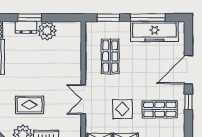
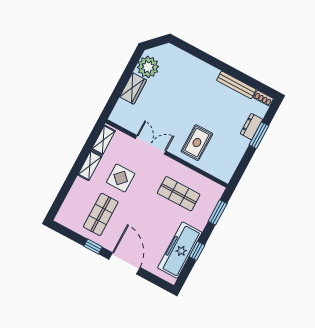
window: (148, 18) -> (197, 251), width x0.46
plant: (47, 31) -> (237, 145), removed
rug: (29, 105) -> (197, 143), moved

